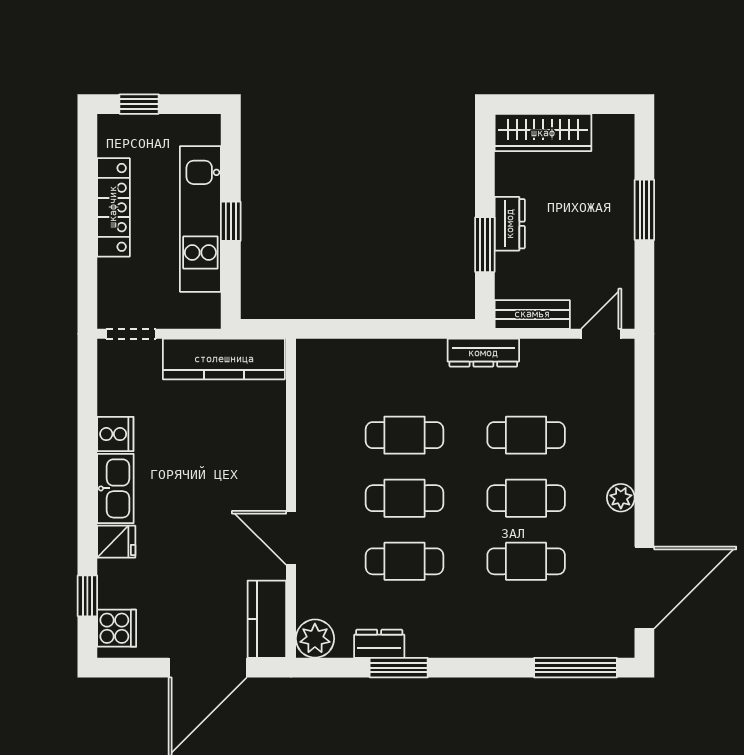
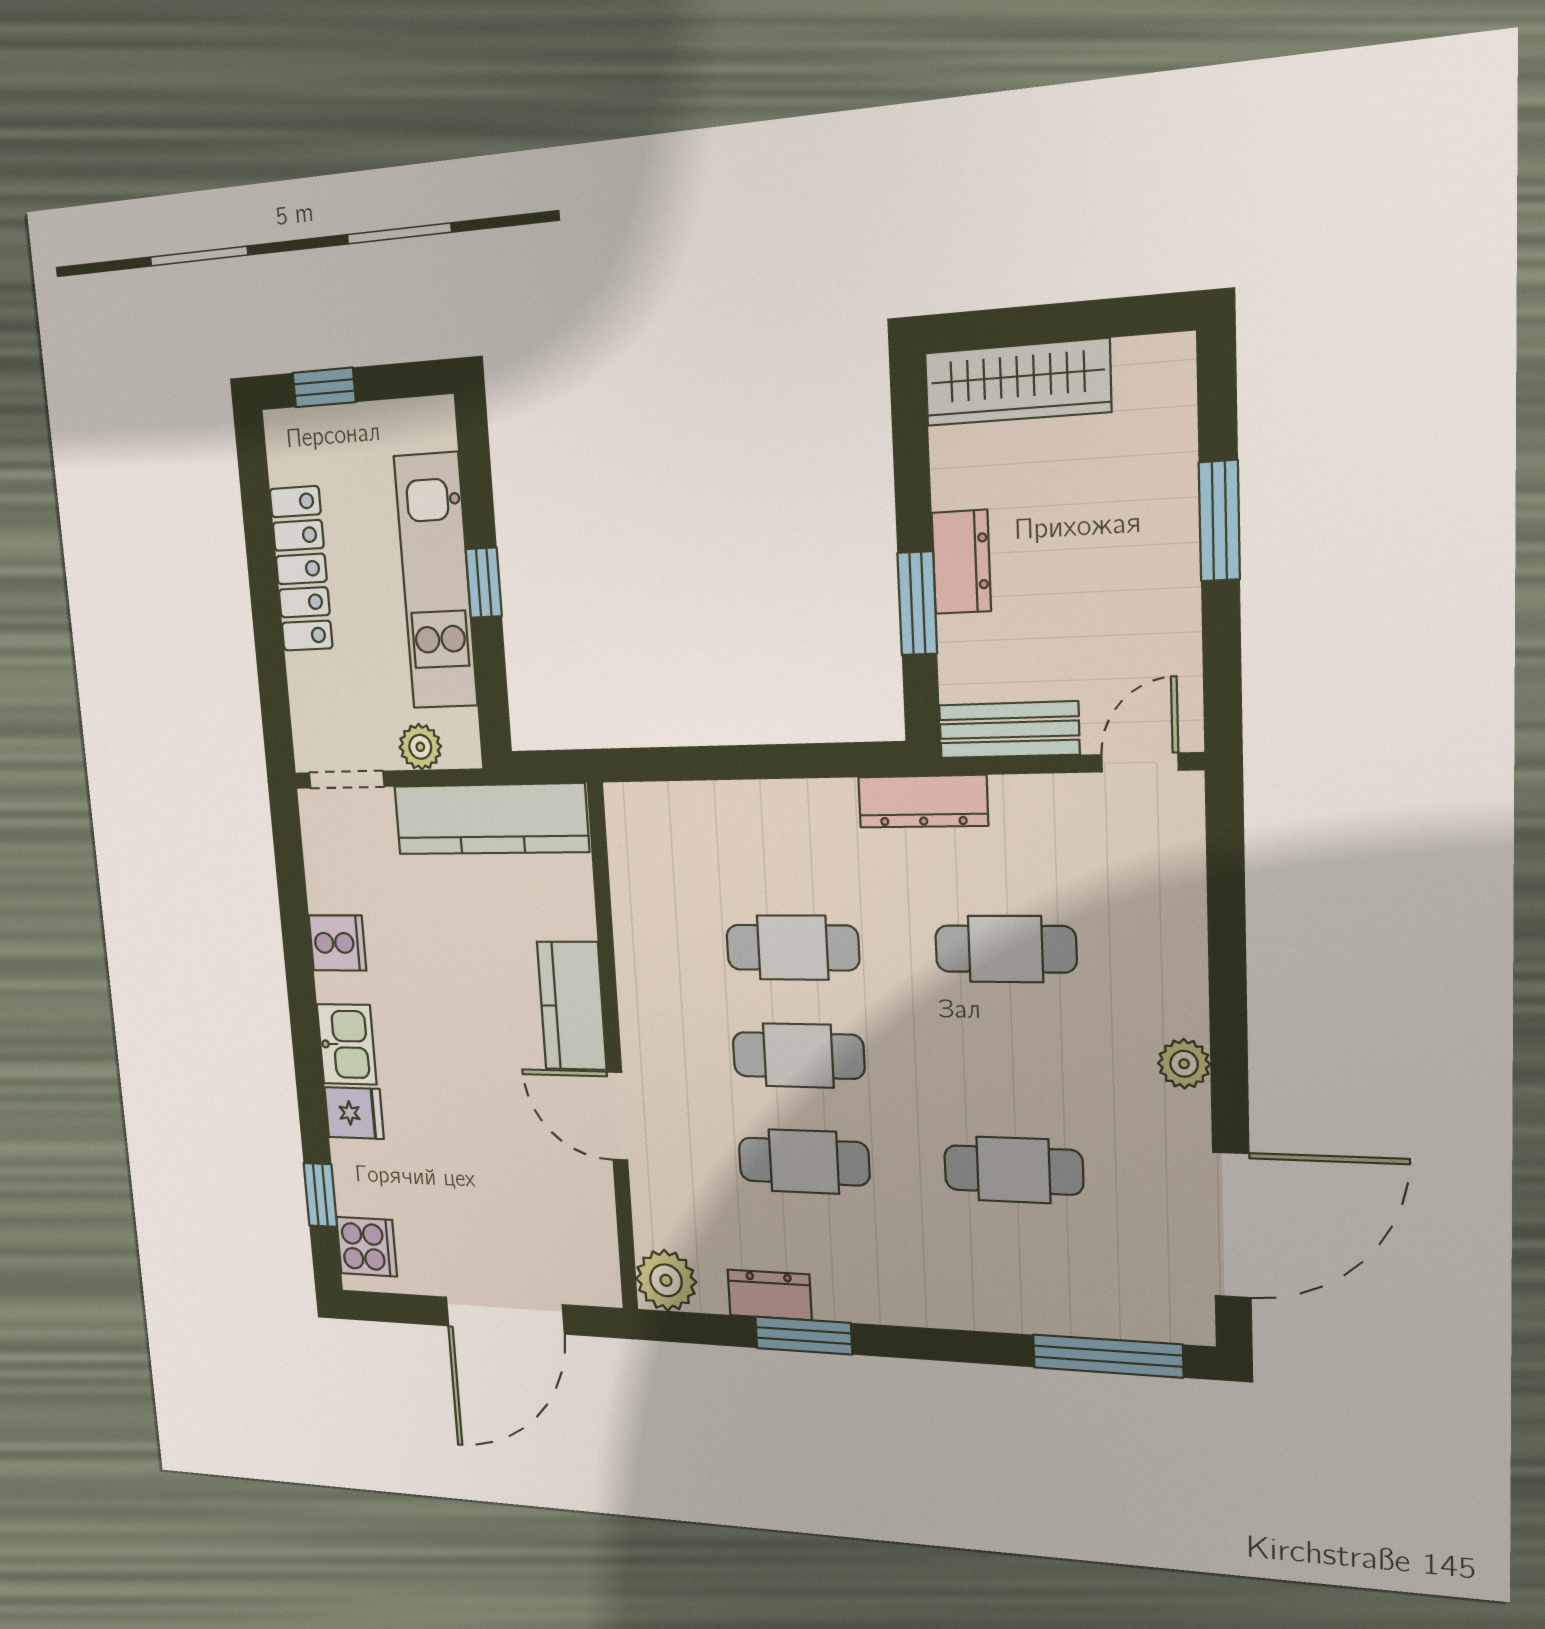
plant: (182, 315) -> (420, 747), added
kitchen sink: (115, 488) -> (347, 1044), width x0.73
cafe table: (526, 498) -> (1009, 1060), removed
kitchen counter: (267, 619) -> (572, 1006), moved

